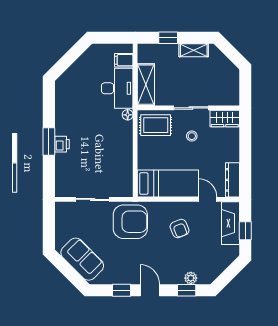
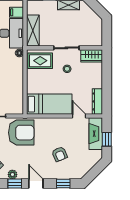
armchair: (179, 229) -> (60, 154), moved
plant: (191, 278) -> (12, 175), moved

